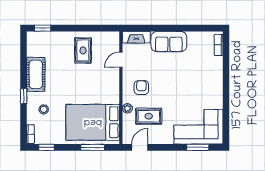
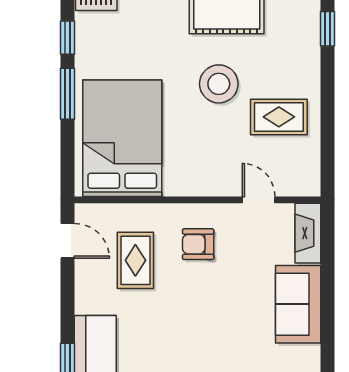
armchair: (141, 88) -> (198, 244), turned 180
plant: (127, 108) -> (153, 214), removed
stool: (44, 109) -> (219, 84), moved, width x1.89, depth x1.89
window: (93, 147) -> (68, 94), moved

